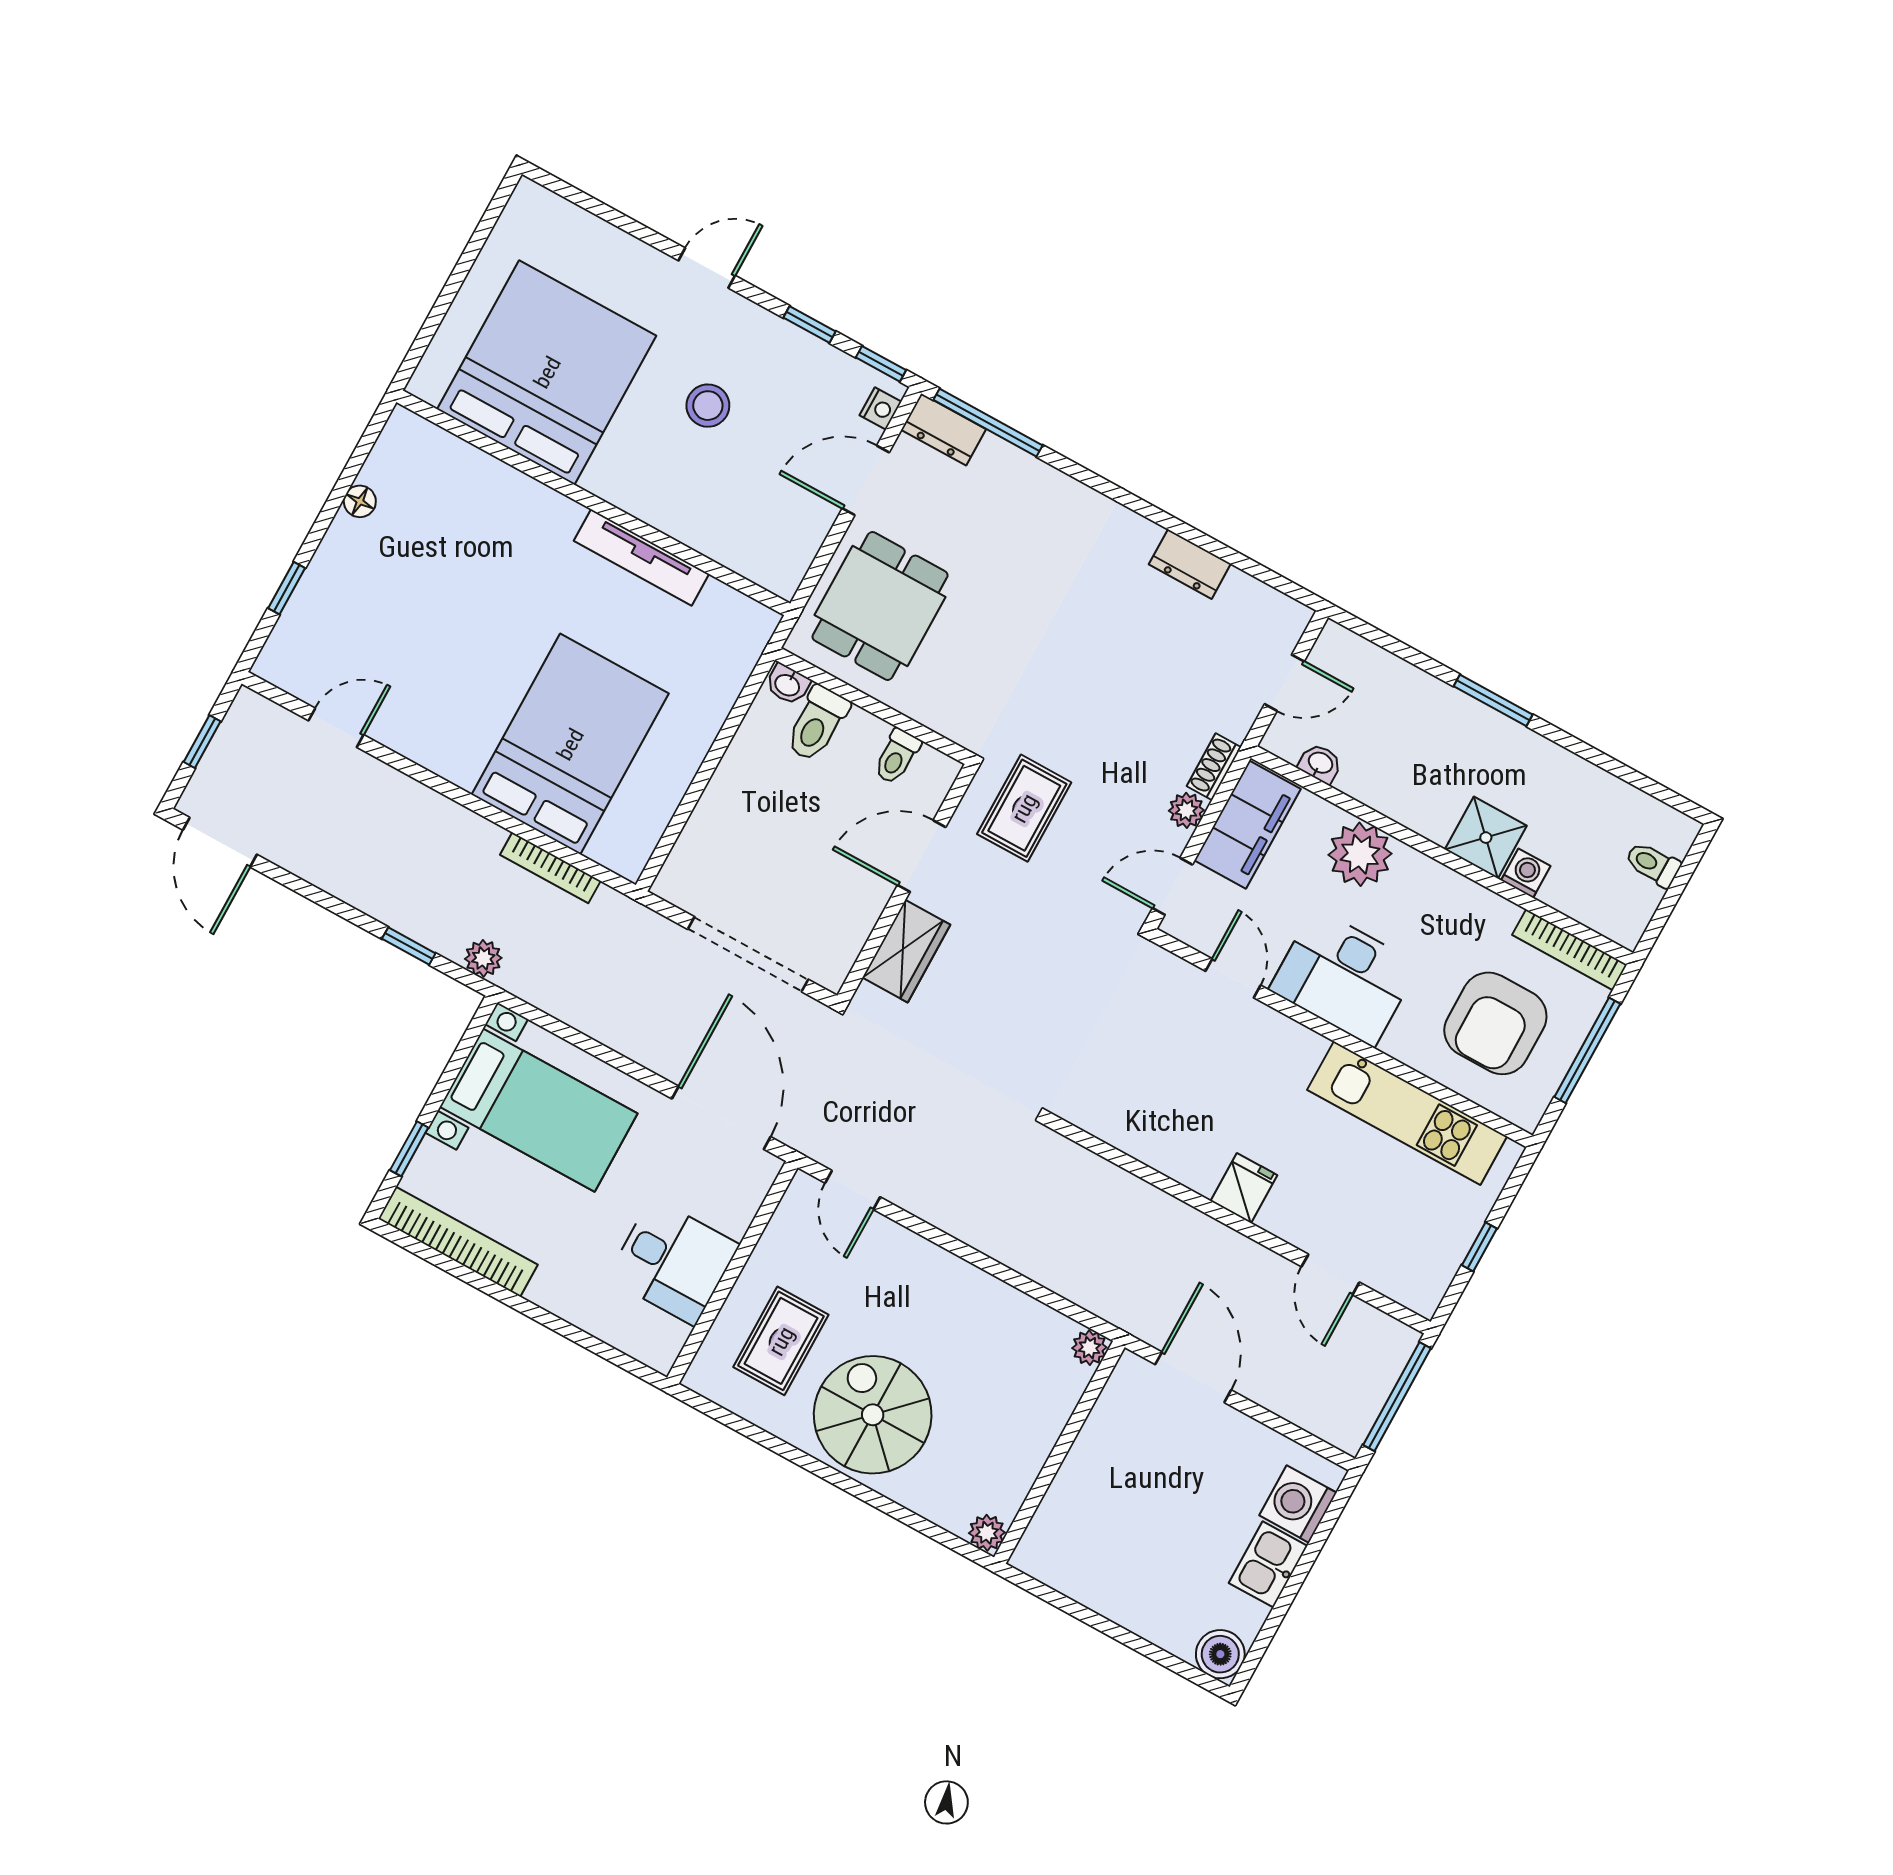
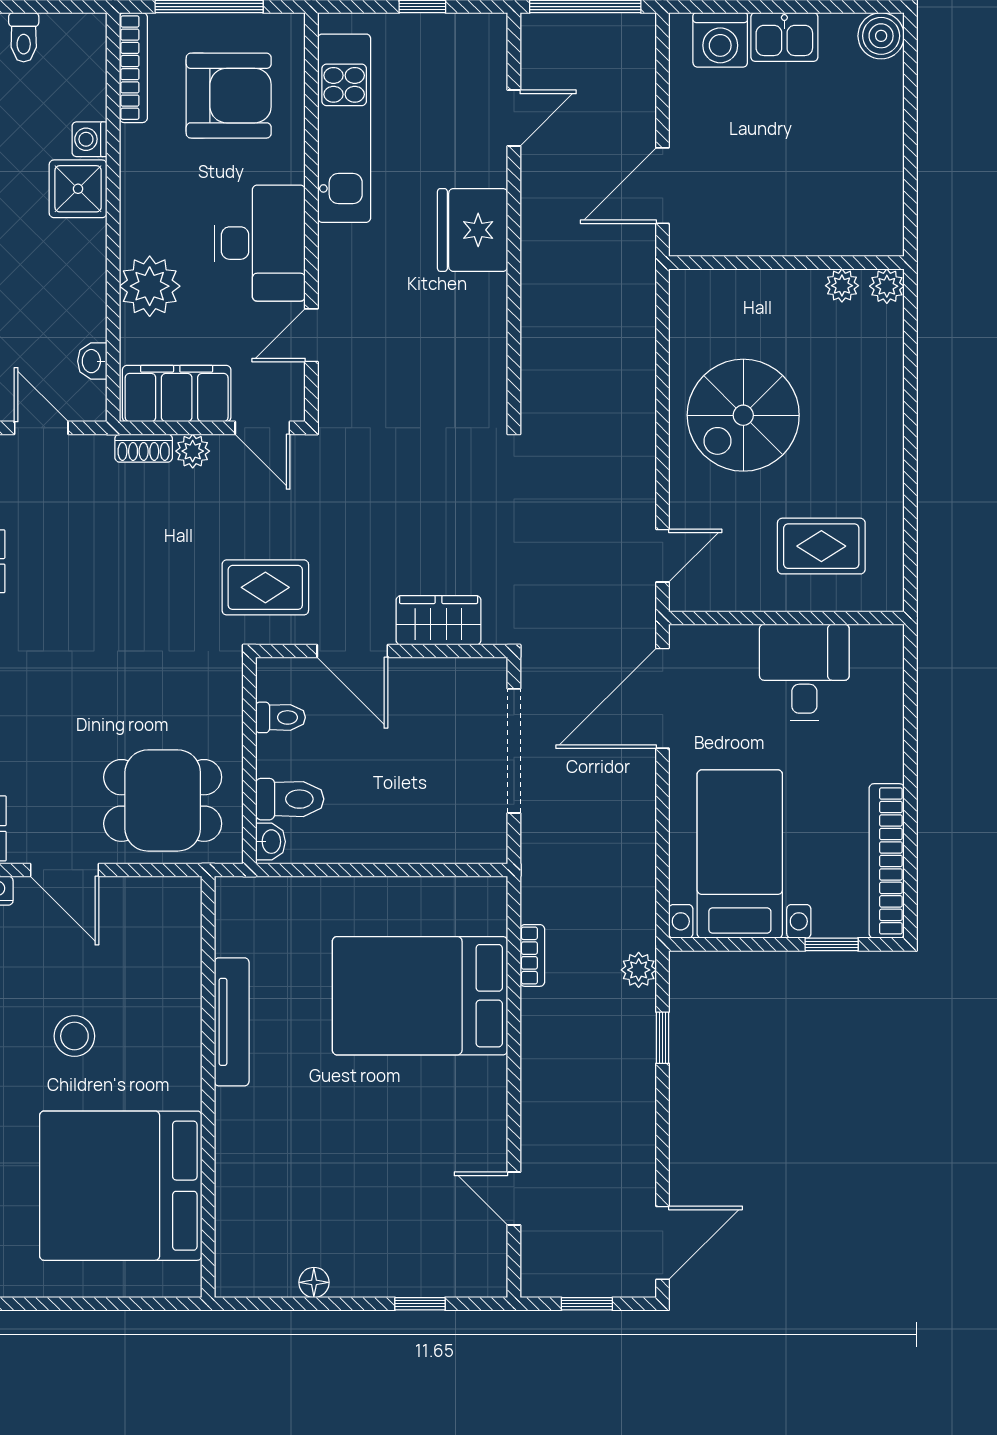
bookcase: (550, 868) -> (532, 955), width x0.64
fridge: (1244, 1188) -> (473, 230), width x1.88, depth x1.34
plant: (1089, 1348) -> (842, 286), moved
spiral stairs: (873, 1415) -> (743, 415), moved

